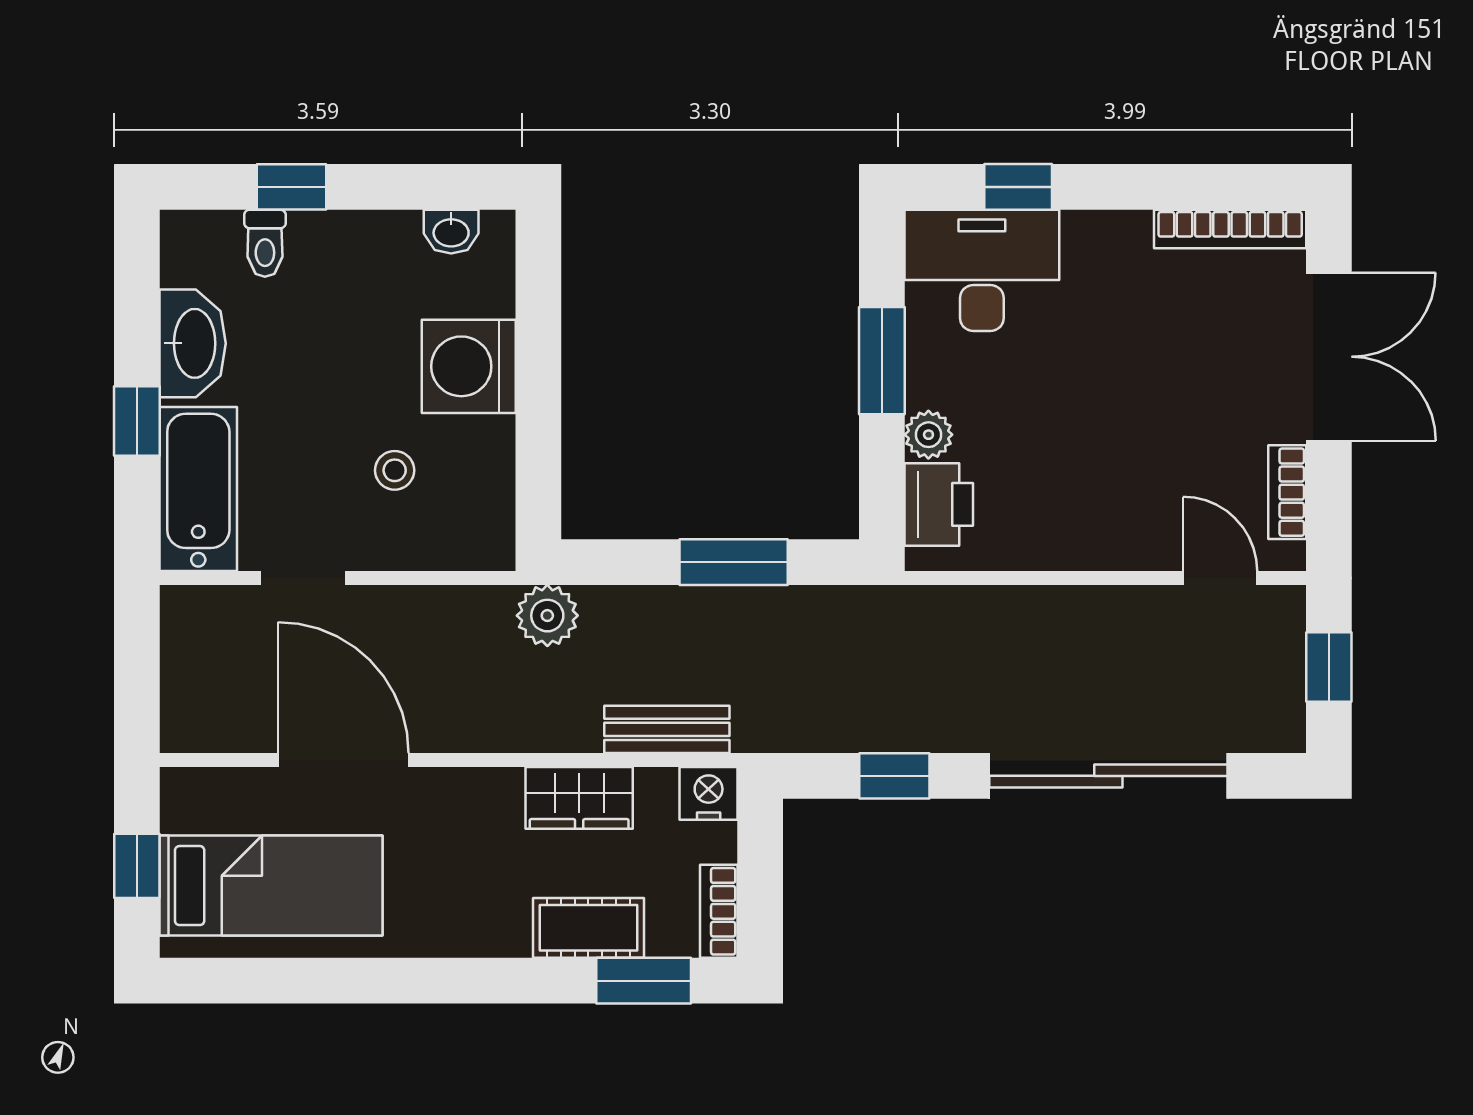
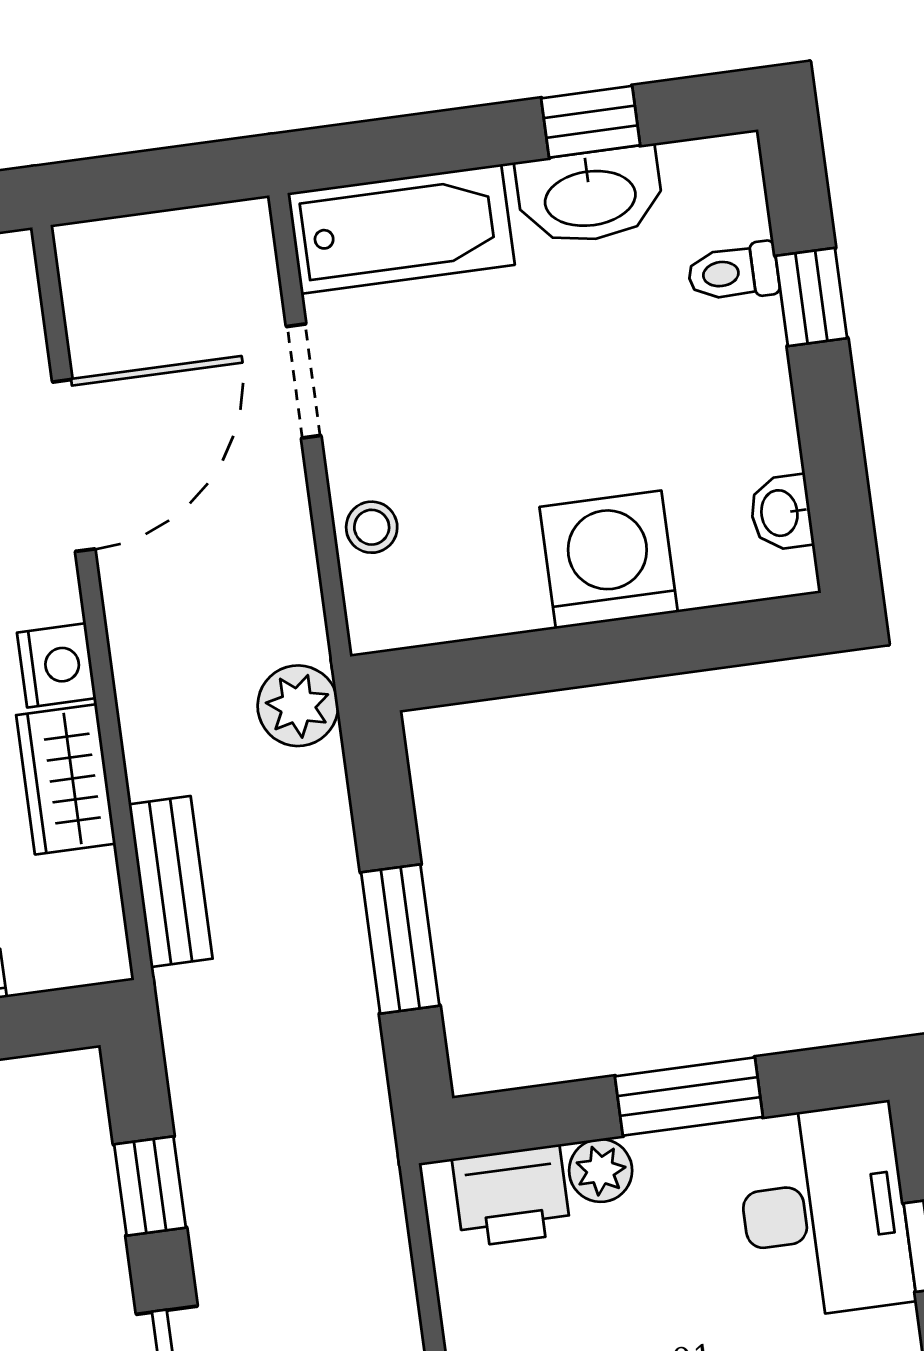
window: (137, 421) -> (591, 122), moved
stool: (395, 470) -> (372, 527), moved
nightstand: (709, 793) -> (57, 665), moved

